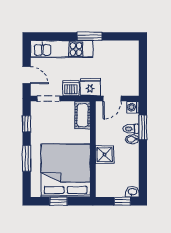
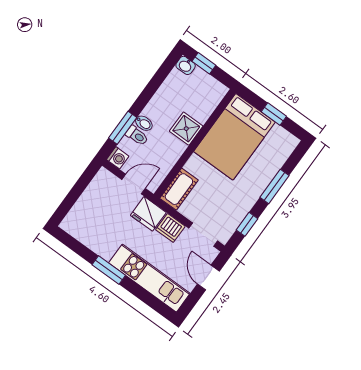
bed: (66, 171) -> (234, 137), width x0.73

